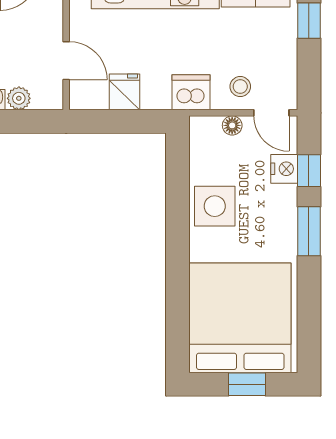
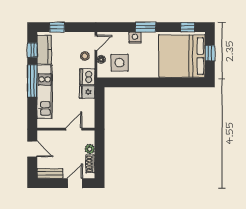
fridge: (125, 92) -> (87, 92), moved
nightstand: (284, 169) -> (135, 38), moved
window: (309, 171) -> (188, 27), moved
side table: (215, 206) -> (120, 63), moved

